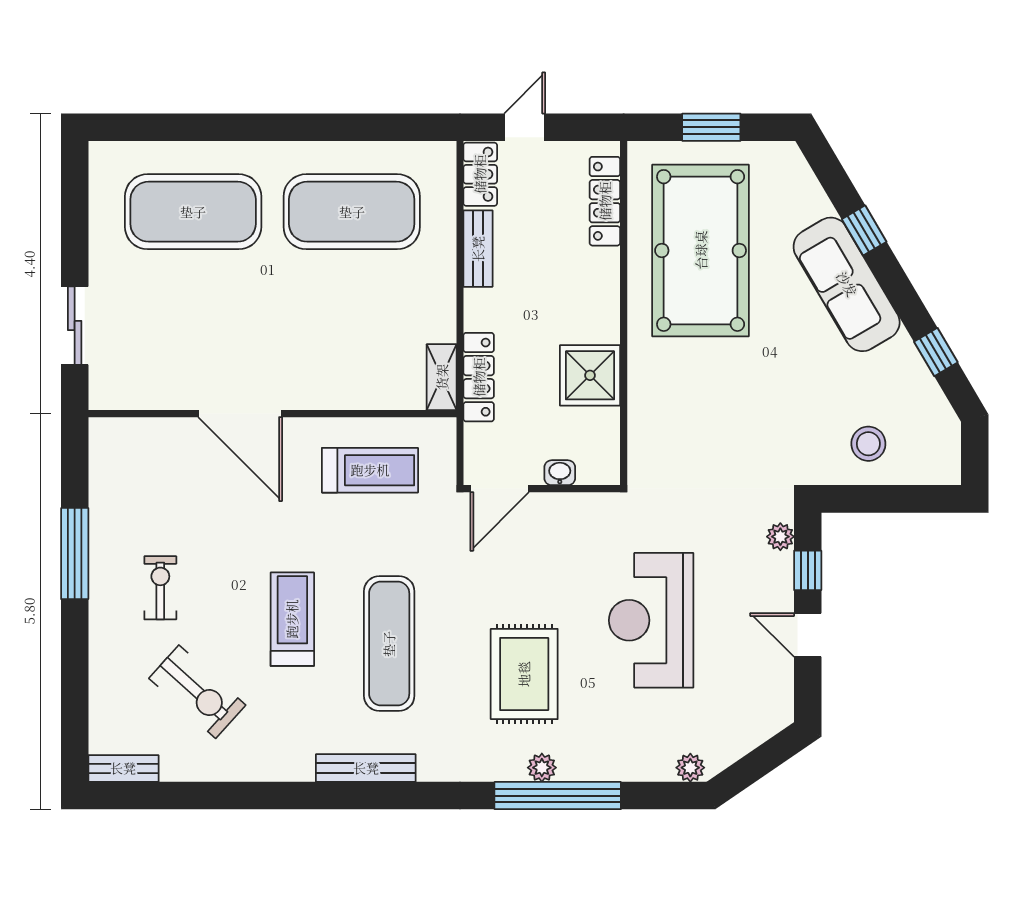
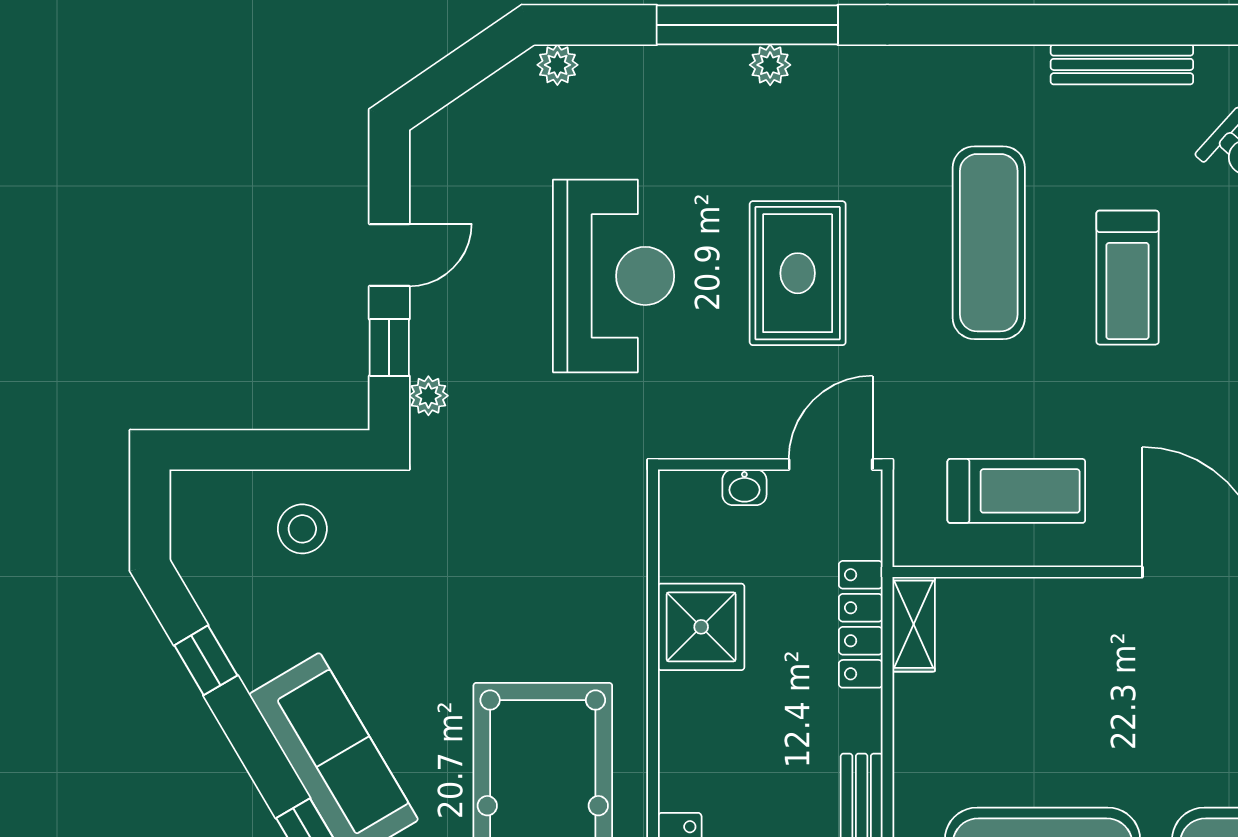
treadmill: (370, 470) -> (1016, 491), turned 180
door: (808, 635) -> (389, 255), hinge flipped
rug: (524, 674) -> (798, 273), moved
bench: (366, 768) -> (1122, 64), moved

